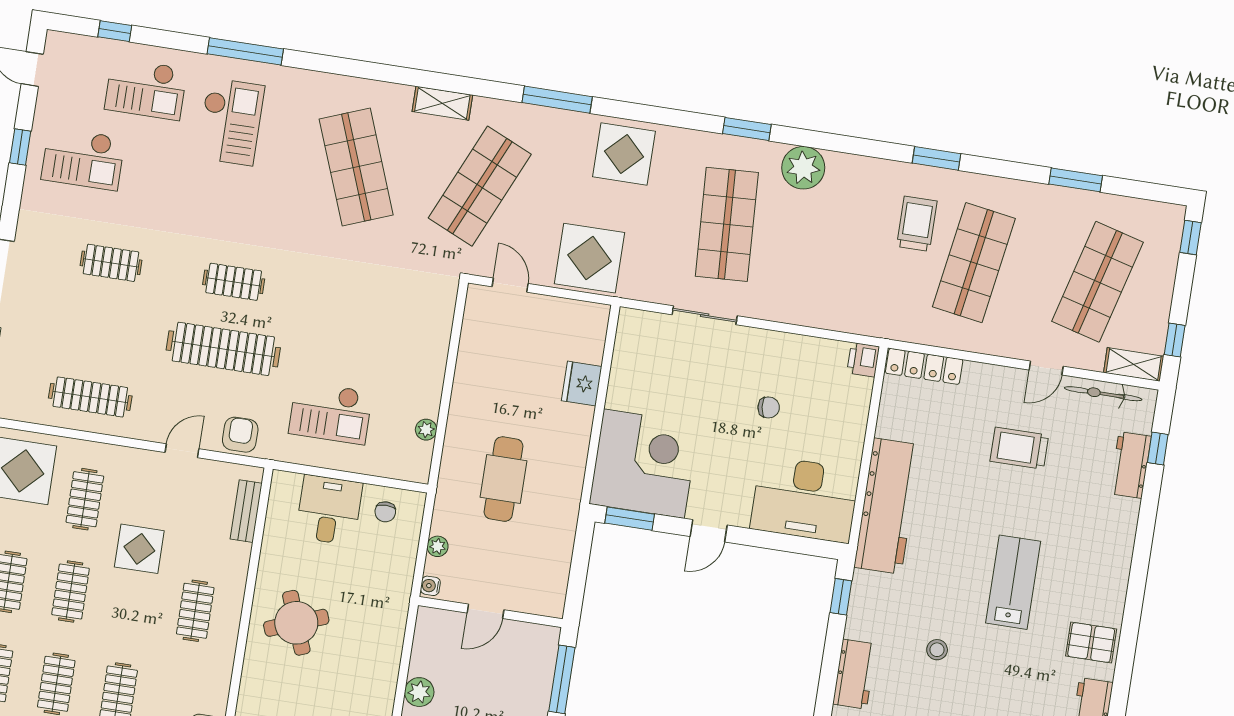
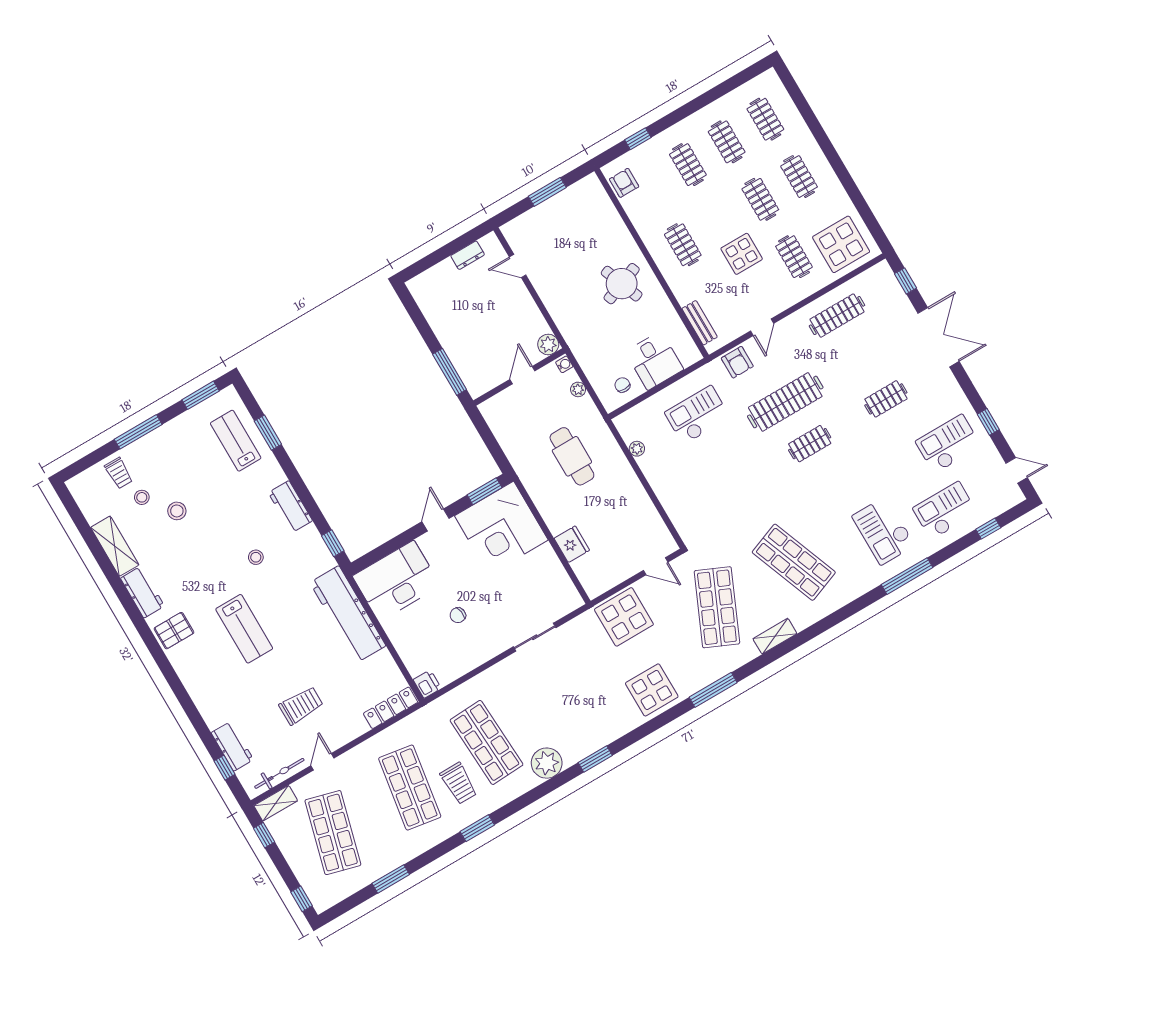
shop shelf: (727, 224) -> (487, 742), moved
plant: (419, 692) -> (548, 344), moved

